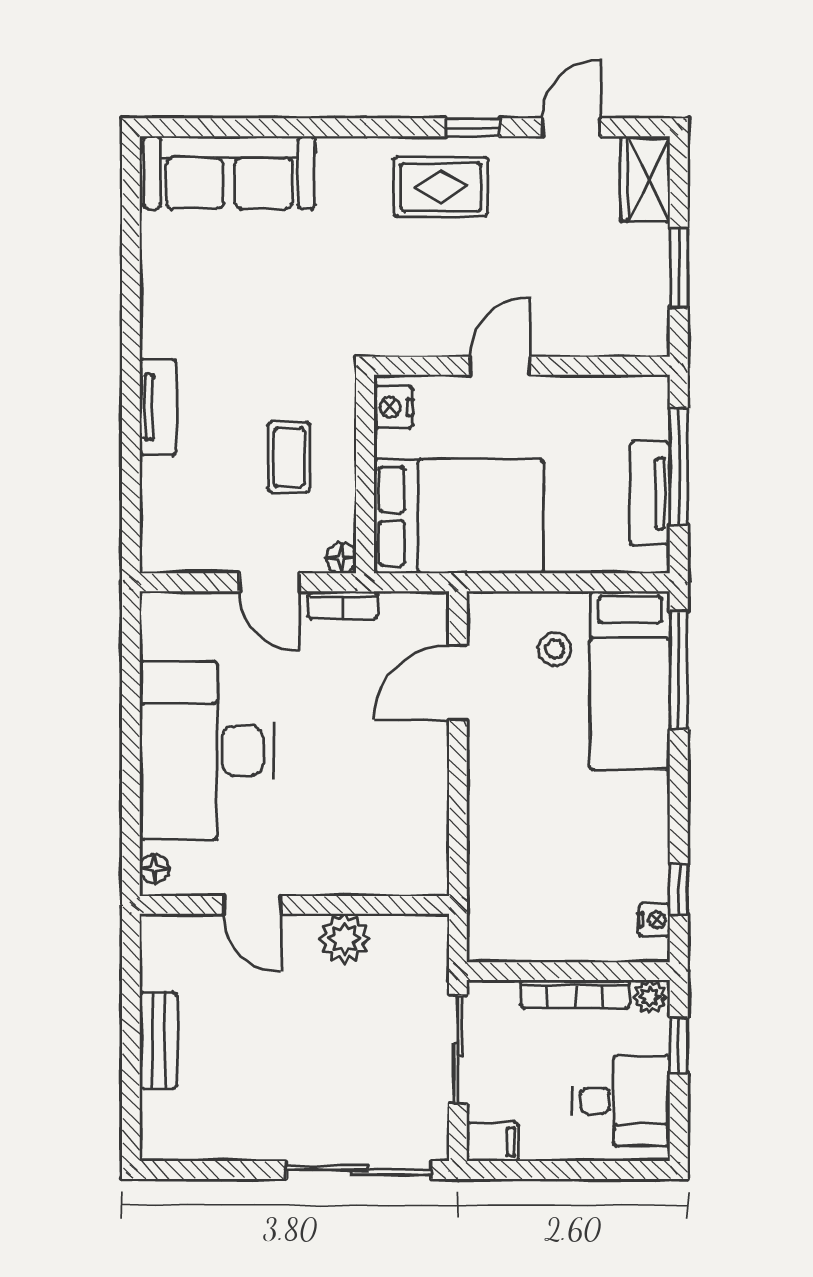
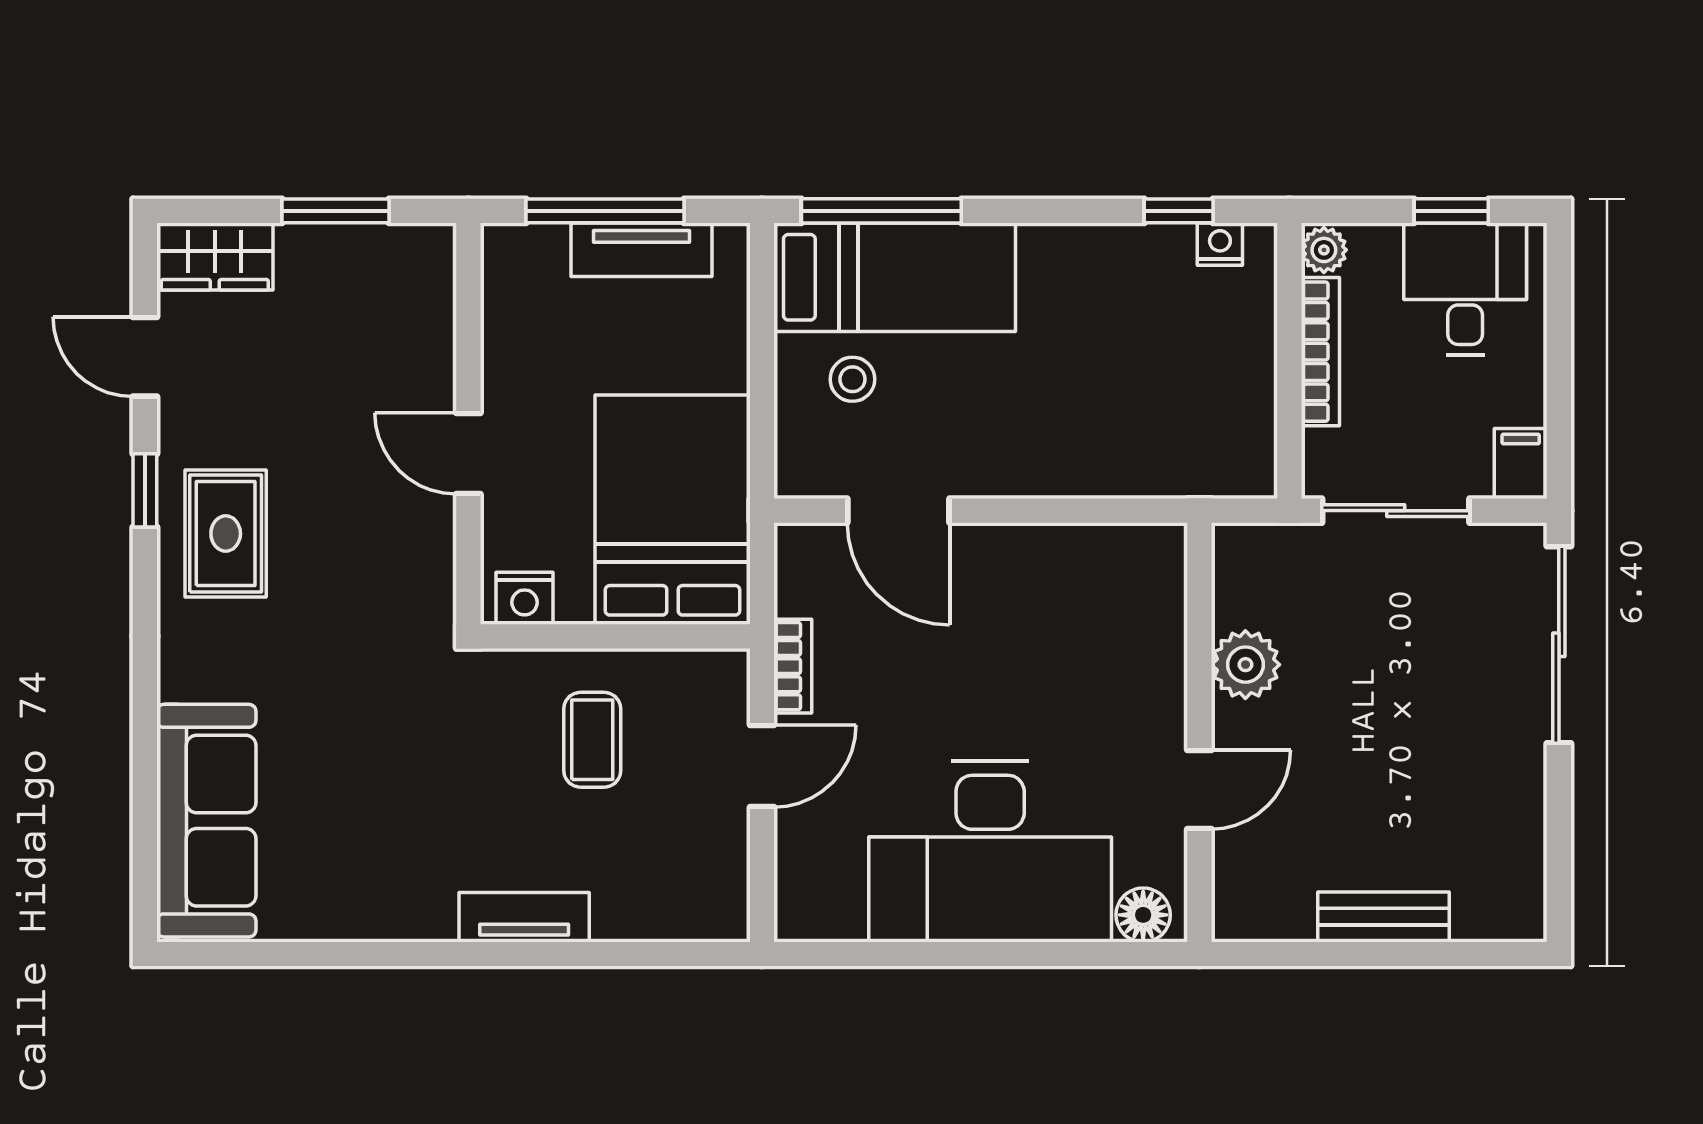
coffee table: (289, 457) -> (592, 740), turned 90
floor lamp: (341, 558) -> (730, 669), removed
floor lamp: (154, 869) -> (1143, 915), width x1.37, depth x1.37
window: (679, 1045) -> (1451, 211), moved

